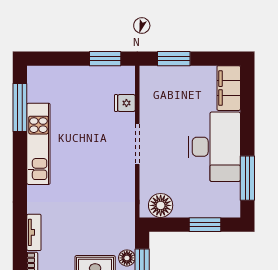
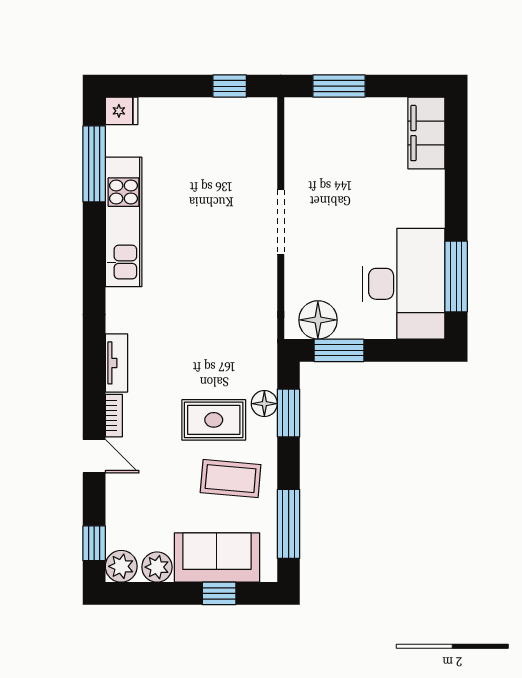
window: (105, 59) -> (230, 86), width x0.67
fridge: (125, 103) -> (122, 111), moved, turned 180
desk: (214, 147) -> (403, 284), moved
window: (205, 225) -> (339, 350), moved

